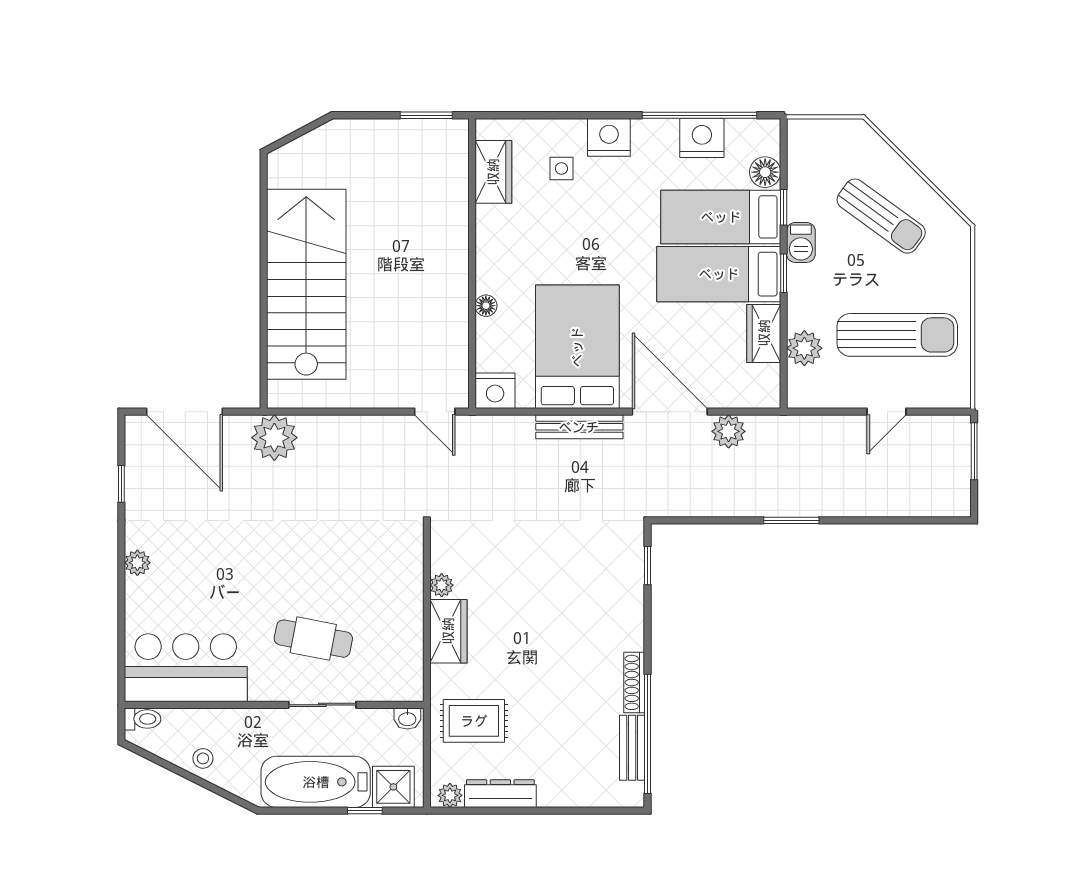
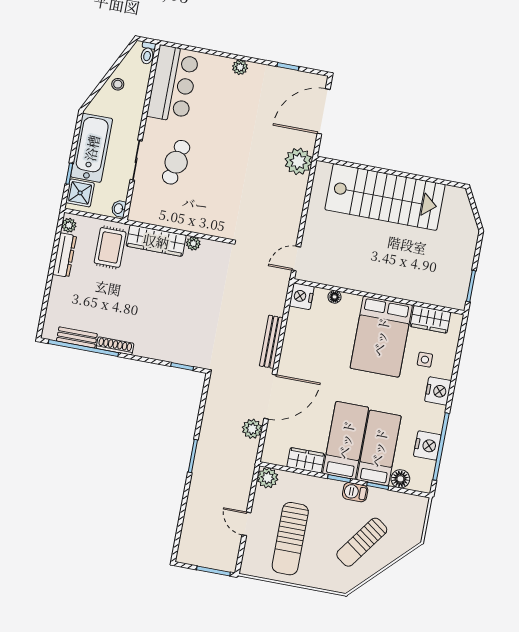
floor lamp: (486, 306) -> (335, 297), moved
bed: (577, 347) -> (381, 337), moved, turned 90
plant: (804, 348) -> (268, 478), moved
wardrobe: (448, 631) -> (156, 241), width x1.50

